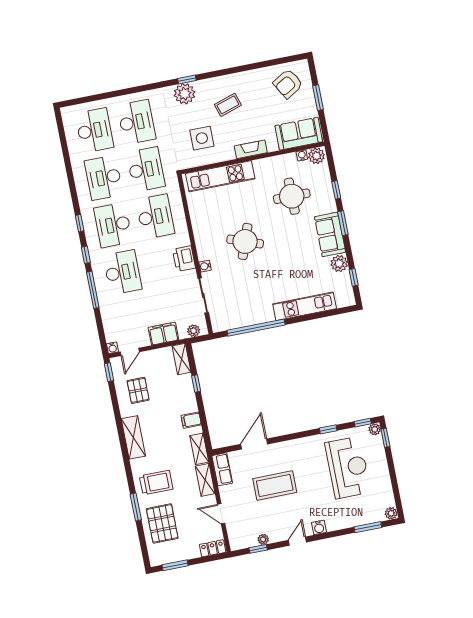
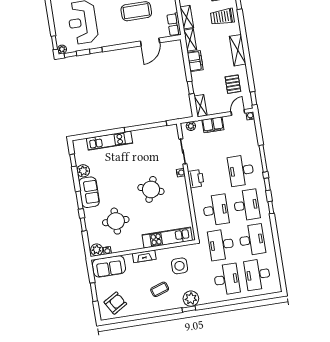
desk: (136, 122) -> (227, 279), turned 180
desk: (155, 217) -> (216, 210), turned 180
filing cabinet: (191, 420) -> (195, 61), width x2.00

